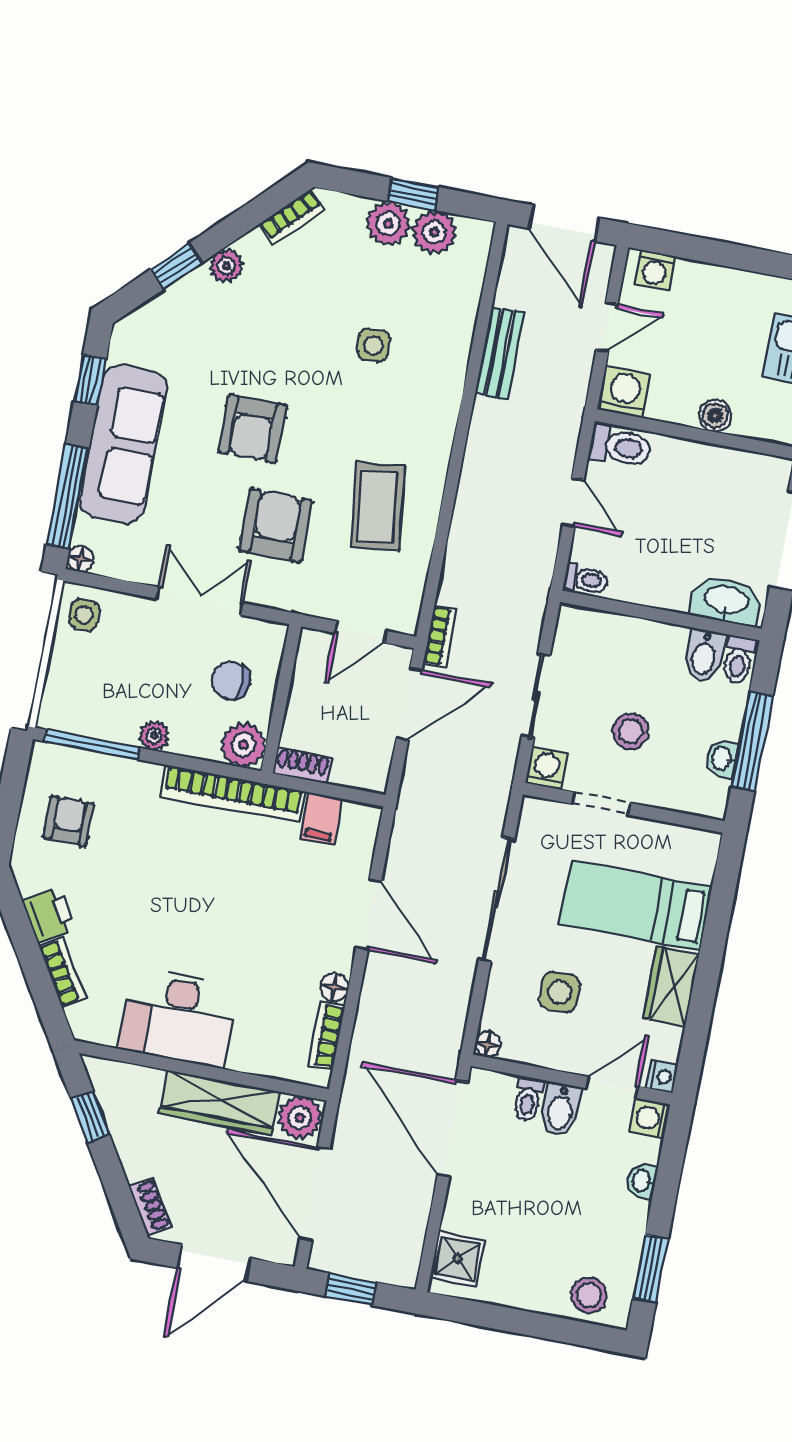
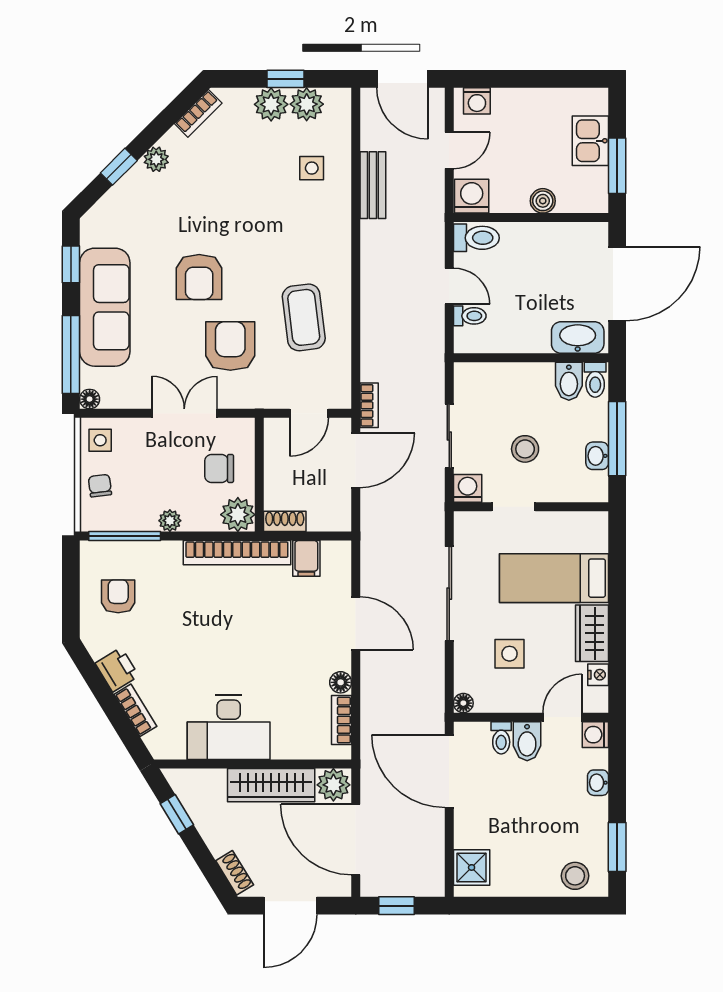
side table: (374, 345) -> (312, 168), moved
toilet: (586, 579) -> (470, 316), moved
chair: (73, 673) -> (100, 486), added
nightstand: (662, 1076) -> (598, 675), moved

